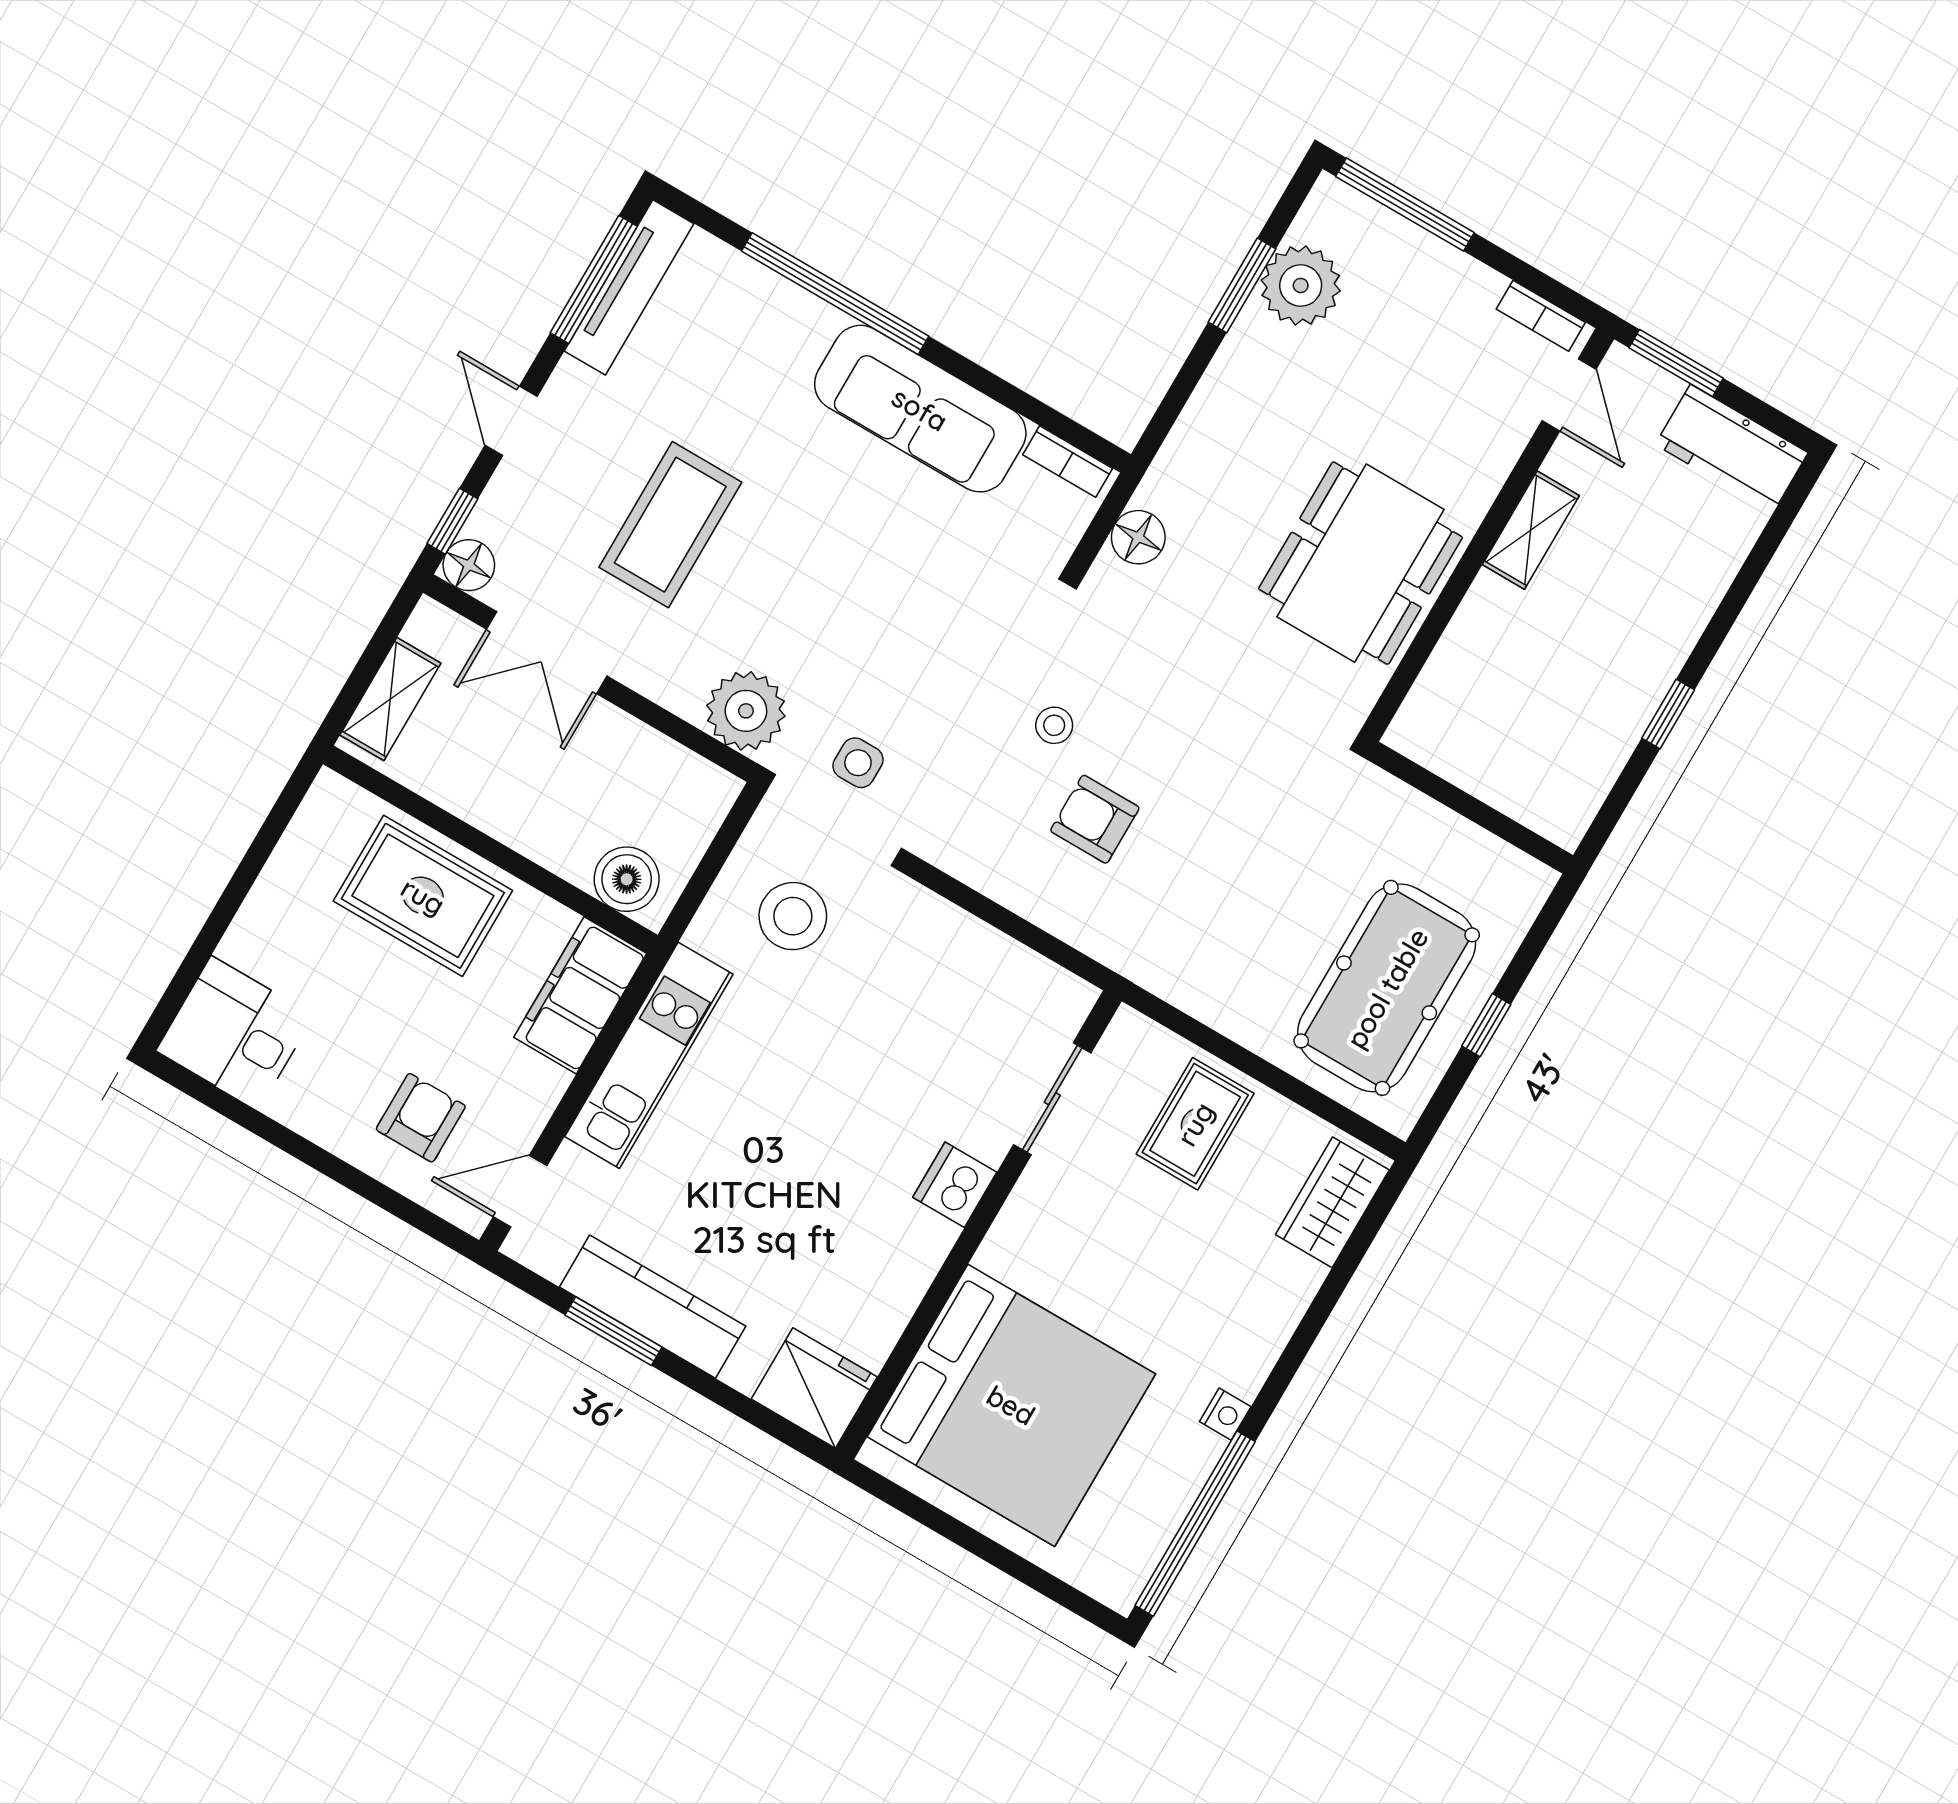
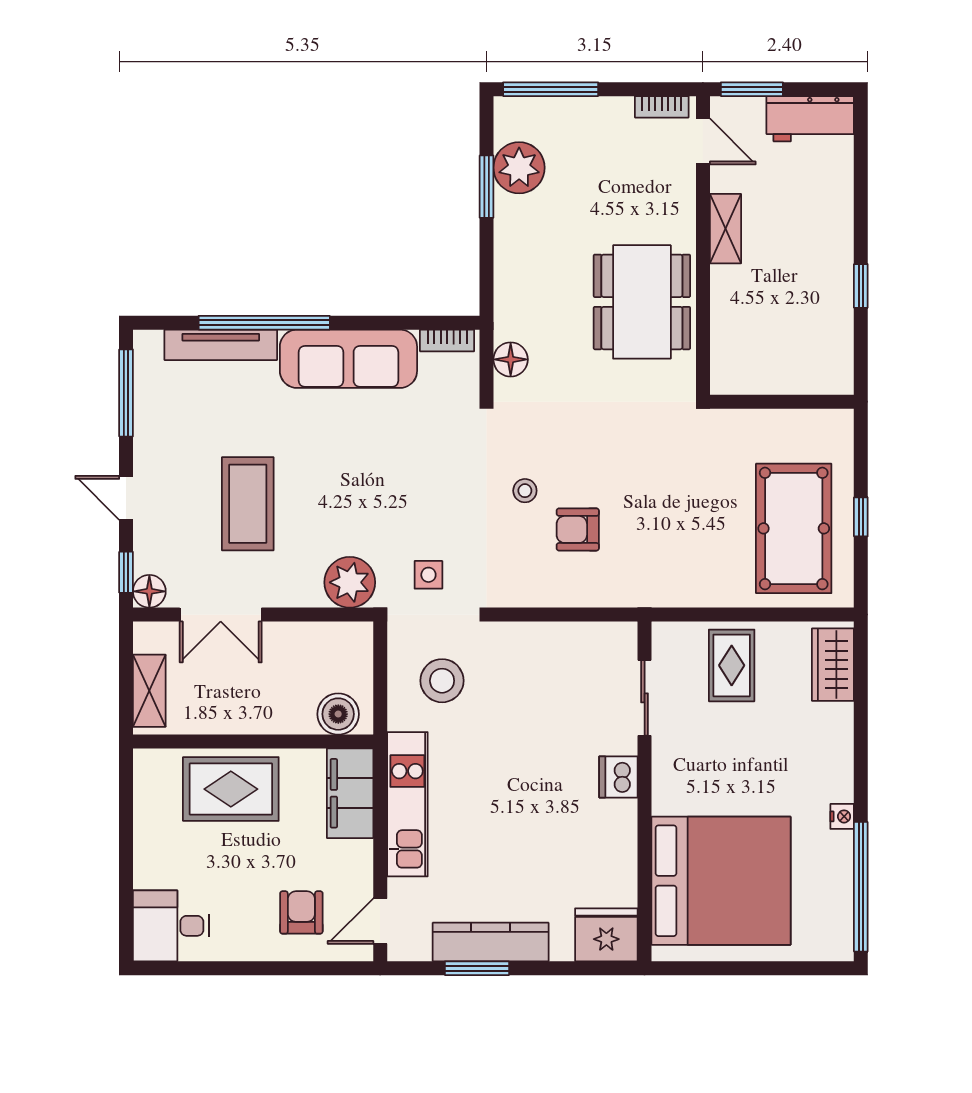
tv unit: (629, 287) -> (221, 345), moved, turned 90

